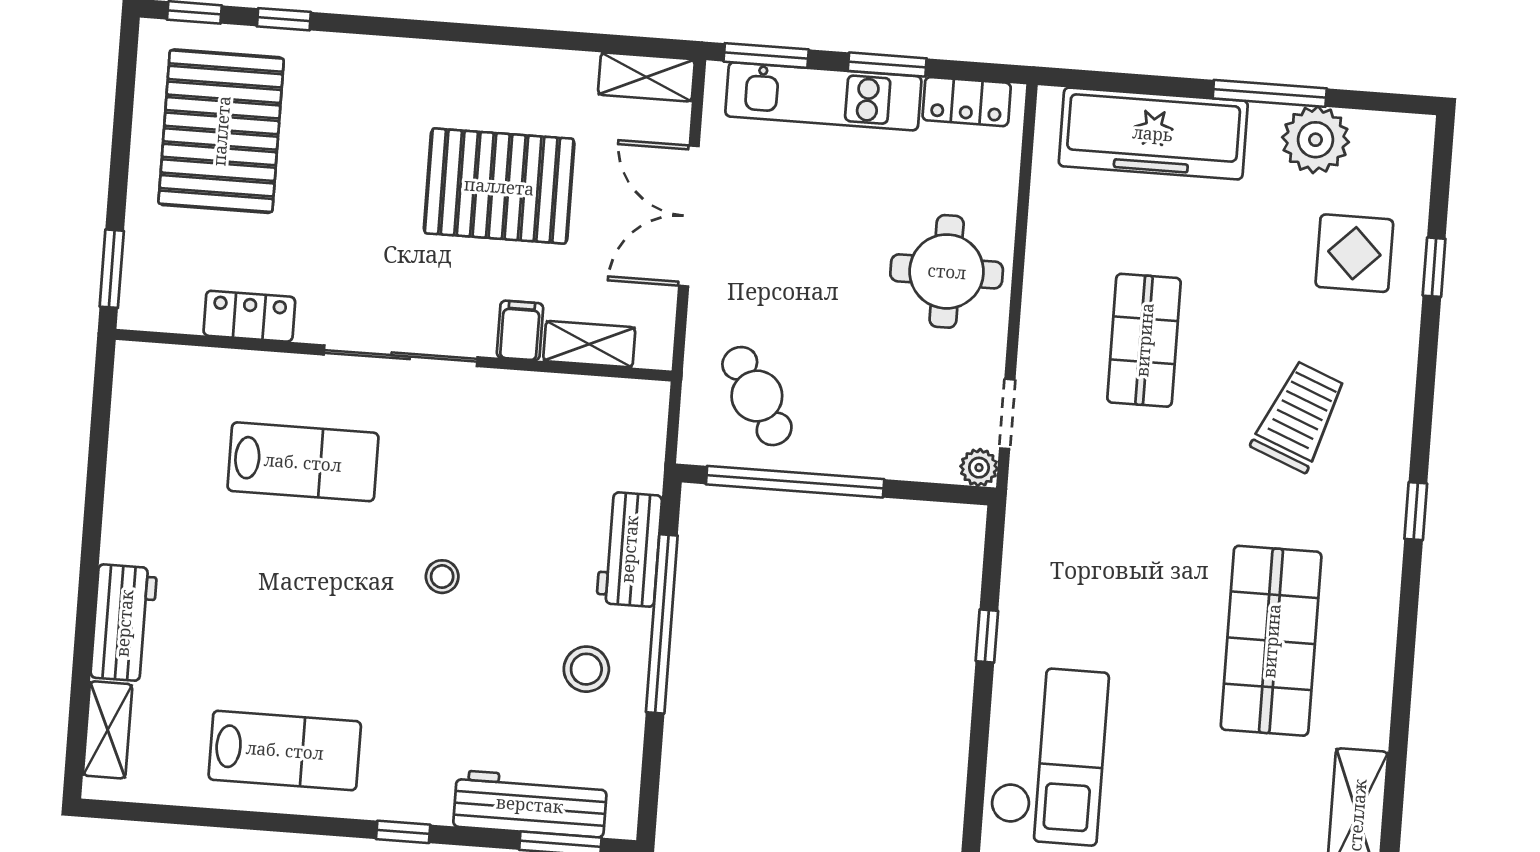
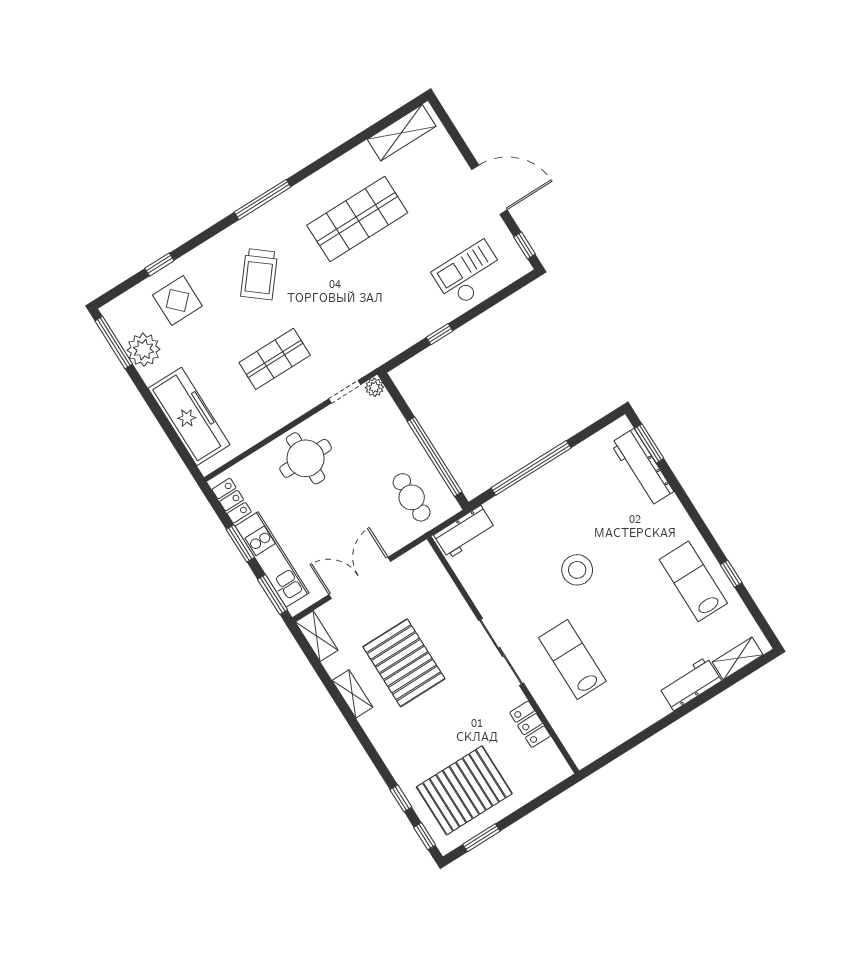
window: (1270, 93) -> (114, 342), moved
double door: (689, 216) -> (360, 578), swing flipped
window: (112, 269) -> (481, 838), moved
filing cabinet: (520, 330) -> (456, 612), removed
shelving: (589, 344) -> (352, 694), moved
cafe table: (757, 396) -> (412, 497), turned -58
trolley: (1299, 416) -> (259, 274), turned -73
window: (1416, 511) -> (263, 200), width x2.17
workbench: (629, 549) -> (465, 532), moved
stool: (442, 577) -> (577, 570), width x1.89, depth x1.89
stool: (586, 669) -> (571, 485), removed
checkout: (1049, 755) -> (469, 274), width x0.73, depth x0.83
window: (403, 832) -> (731, 574), moved

